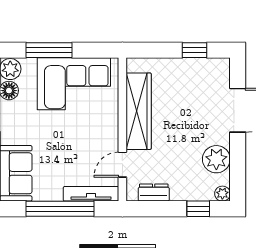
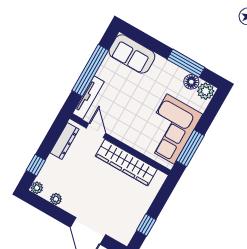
window: (49, 50) -> (190, 148), moved
plant: (216, 159) -> (56, 199), width x0.53, depth x0.53
dresser: (154, 193) -> (65, 141), width x1.44

